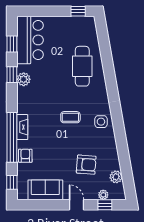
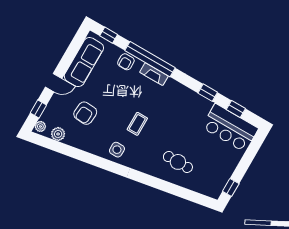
cafe table: (82, 66) -> (178, 162), width x0.73, depth x0.74
plant: (24, 79) -> (197, 101), removed
armchair: (25, 156) -> (126, 62), turned 90
sofa: (45, 190) -> (84, 62), width x1.36
plant: (103, 195) -> (40, 126), moved

